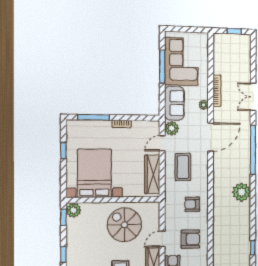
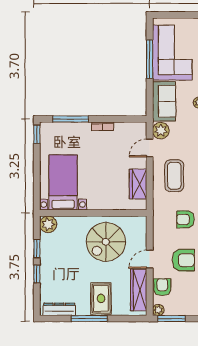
window: (63, 151) -> (37, 134), moved
bed with nightstands: (94, 173) -> (63, 182), width x0.73
wardrobe: (152, 174) -> (138, 184), width x0.67
window: (63, 217) -> (37, 248), moved
spiral stairs: (124, 225) -> (106, 242), turned -90

